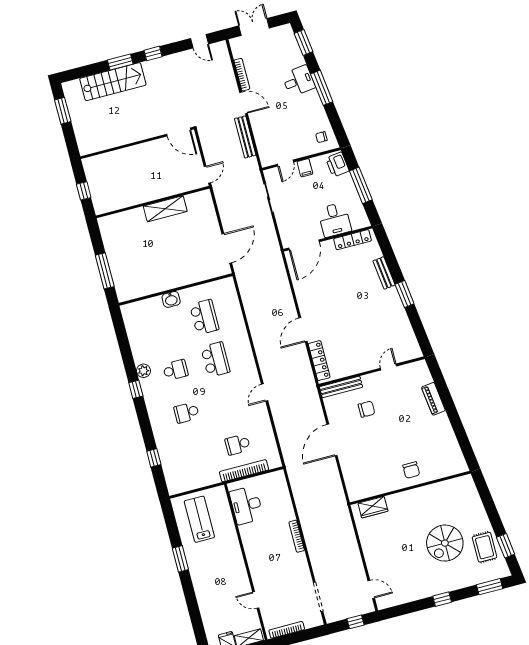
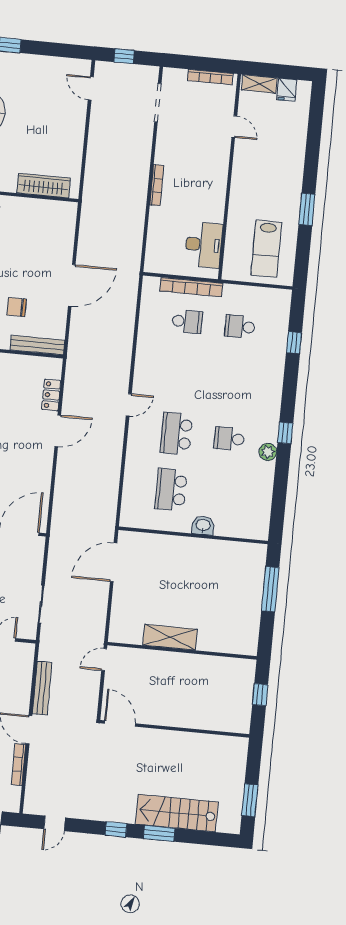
door: (200, 41) -> (55, 823), swing flipped
locker: (319, 361) -> (51, 395), width x0.66
door: (265, 392) -> (129, 405), moved
school desk: (187, 413) -> (240, 327), moved, turned 180
wardrobe: (373, 507) -> (44, 186), width x1.50

